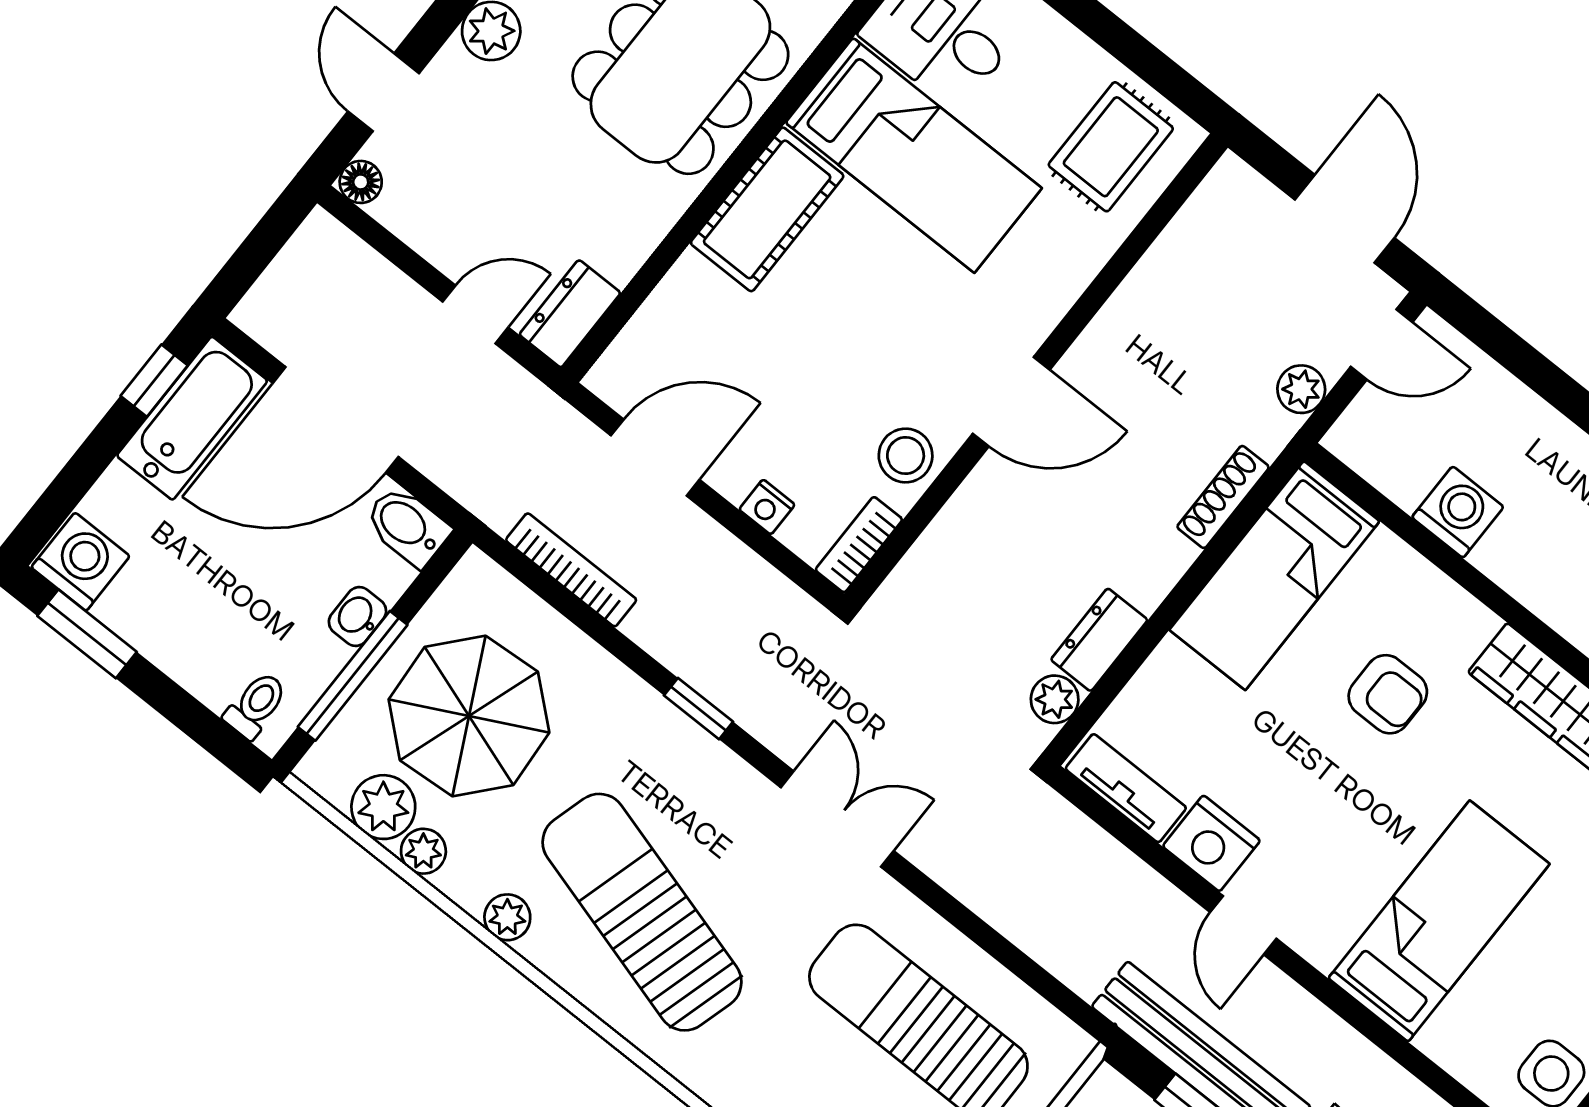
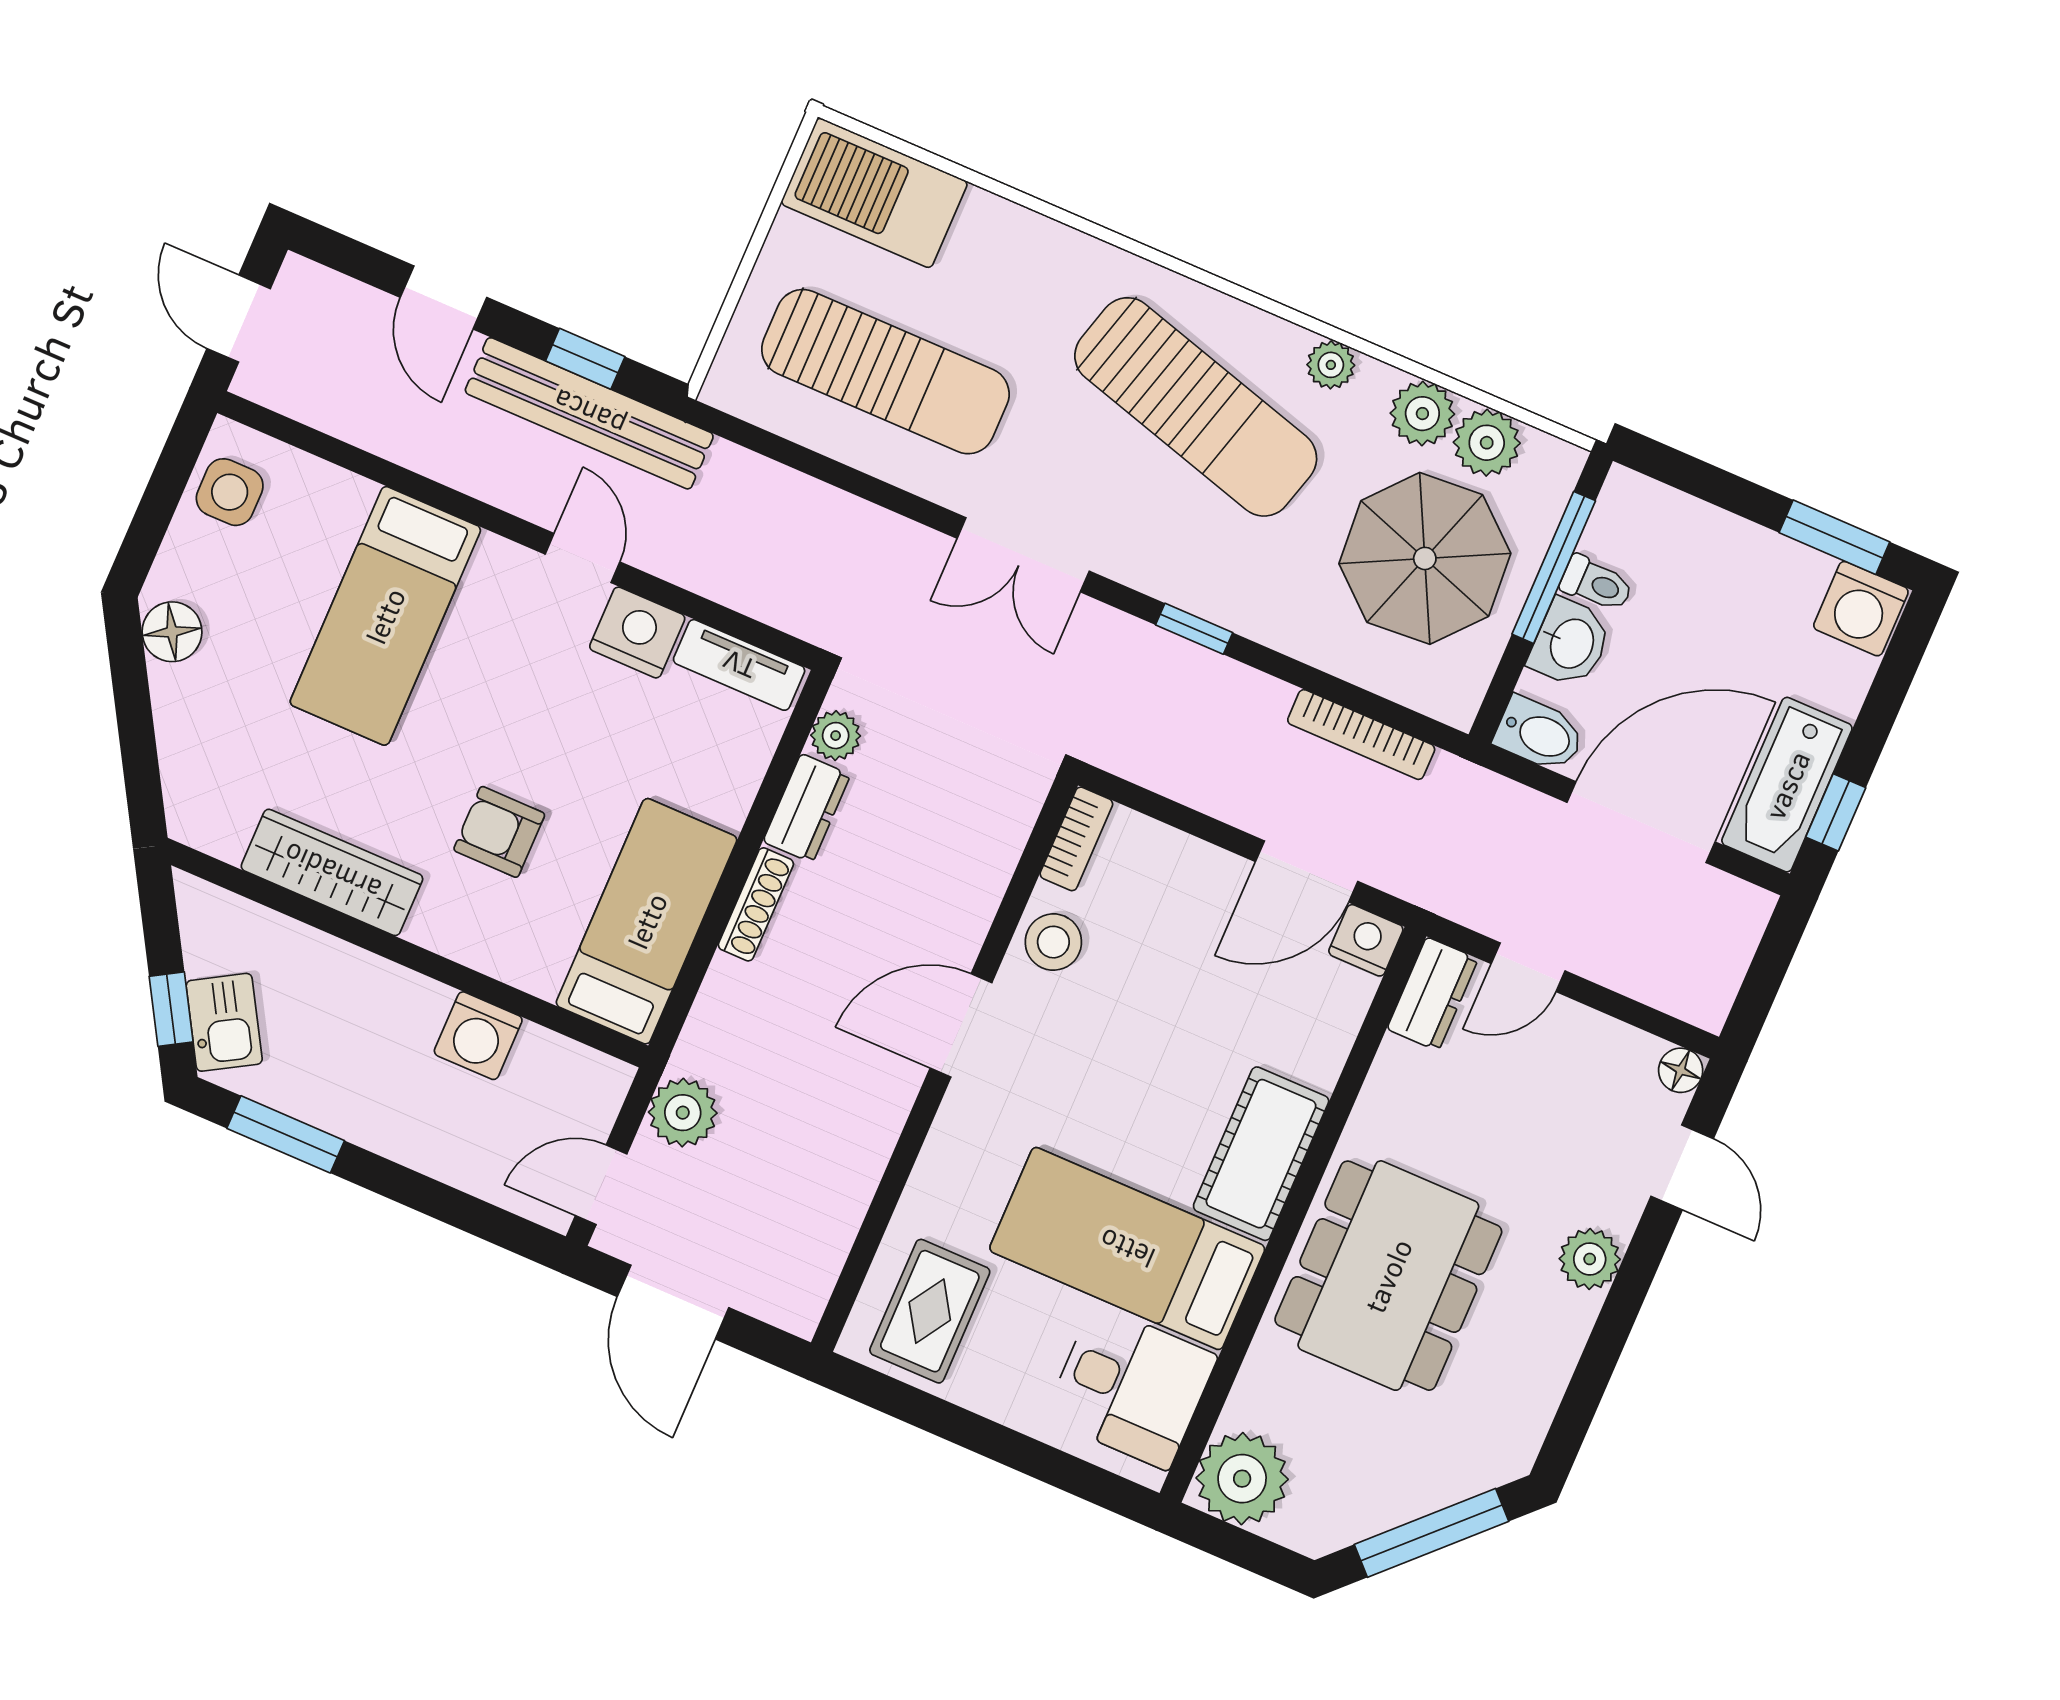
plant: (1301, 389) -> (683, 1113), width x1.38, depth x1.38
shoe rack: (1223, 497) -> (756, 904), moved
nightstand: (767, 507) -> (1366, 940), moved, width x1.39, depth x1.35
washbasin: (358, 616) -> (1570, 643), width x1.38, depth x1.45
toilet: (256, 705) -> (1597, 584), moved, turned -90
plant: (423, 851) -> (1422, 414), width x1.38, depth x1.38

